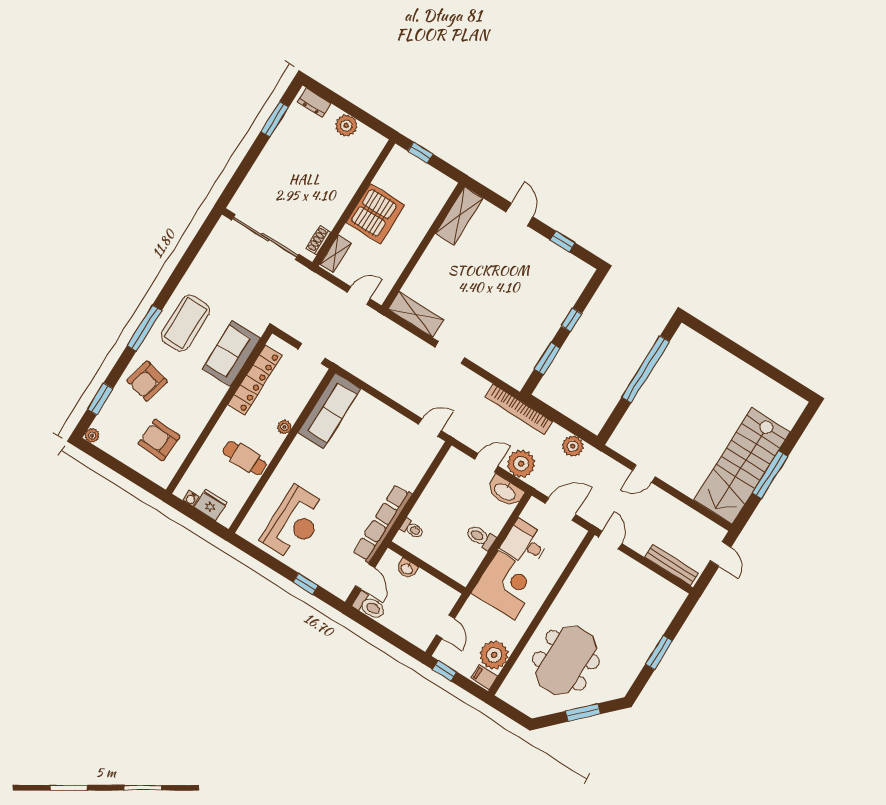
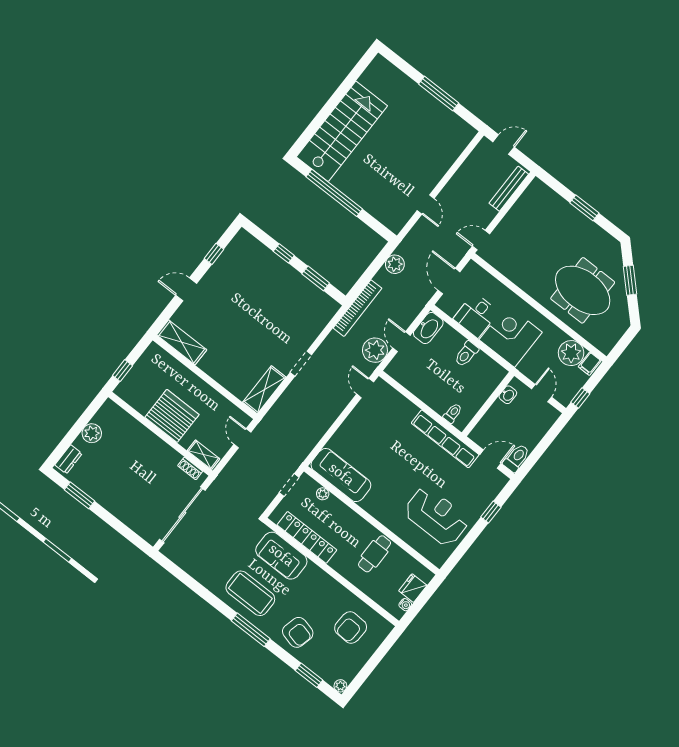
plant: (284, 427) -> (323, 494), moved
plant: (521, 464) -> (375, 350), moved
stairs: (742, 466) -> (342, 131), moved, turned -90
washbasin: (407, 568) -> (508, 395), moved
door: (445, 627) -> (542, 393), hinge flipped

